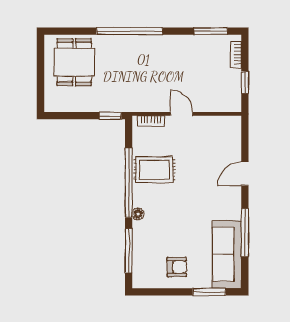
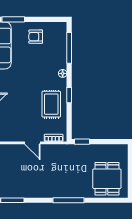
window: (130, 31) -> (68, 200), width x0.68
rug: (154, 170) -> (51, 104), turned 90
window: (129, 183) -> (69, 95), width x0.32

